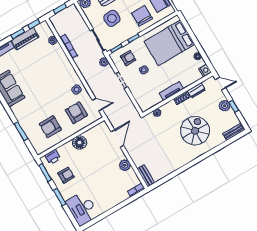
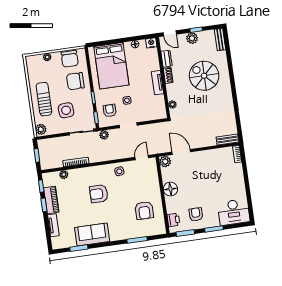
door: (221, 84) -> (170, 33), swing flipped
armchair: (76, 113) -> (99, 194), moved
plant: (125, 165) -> (165, 162), moved

